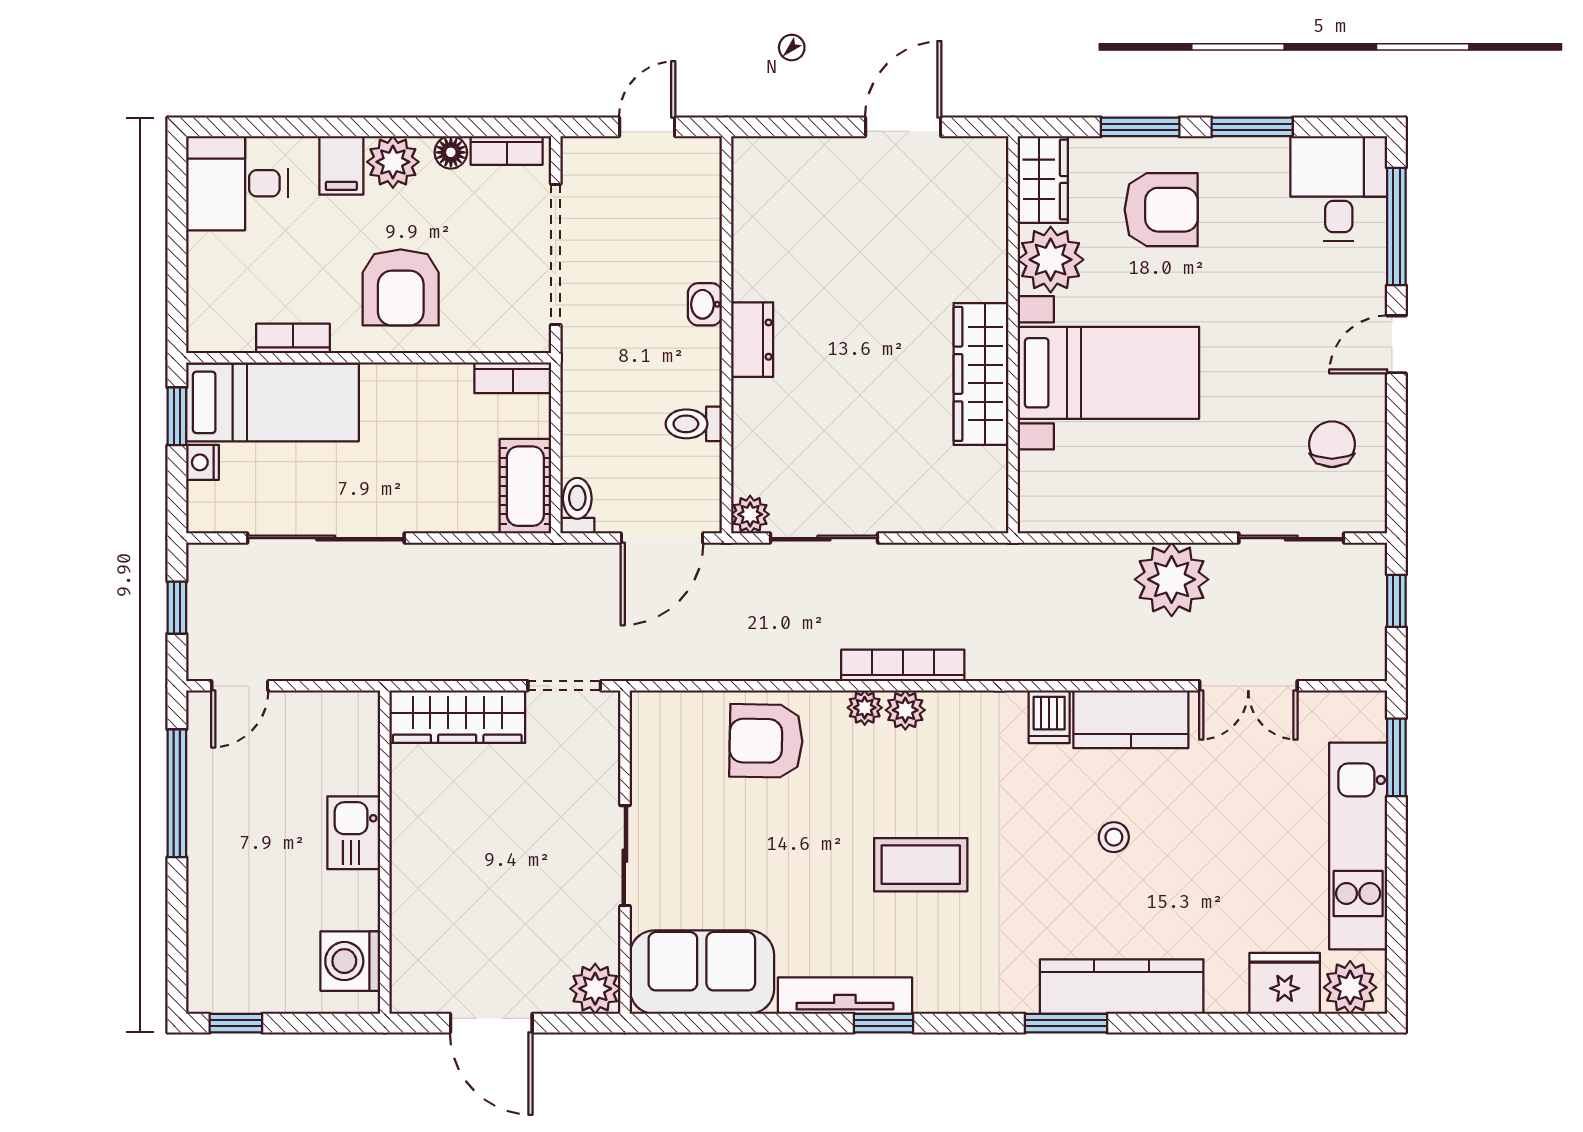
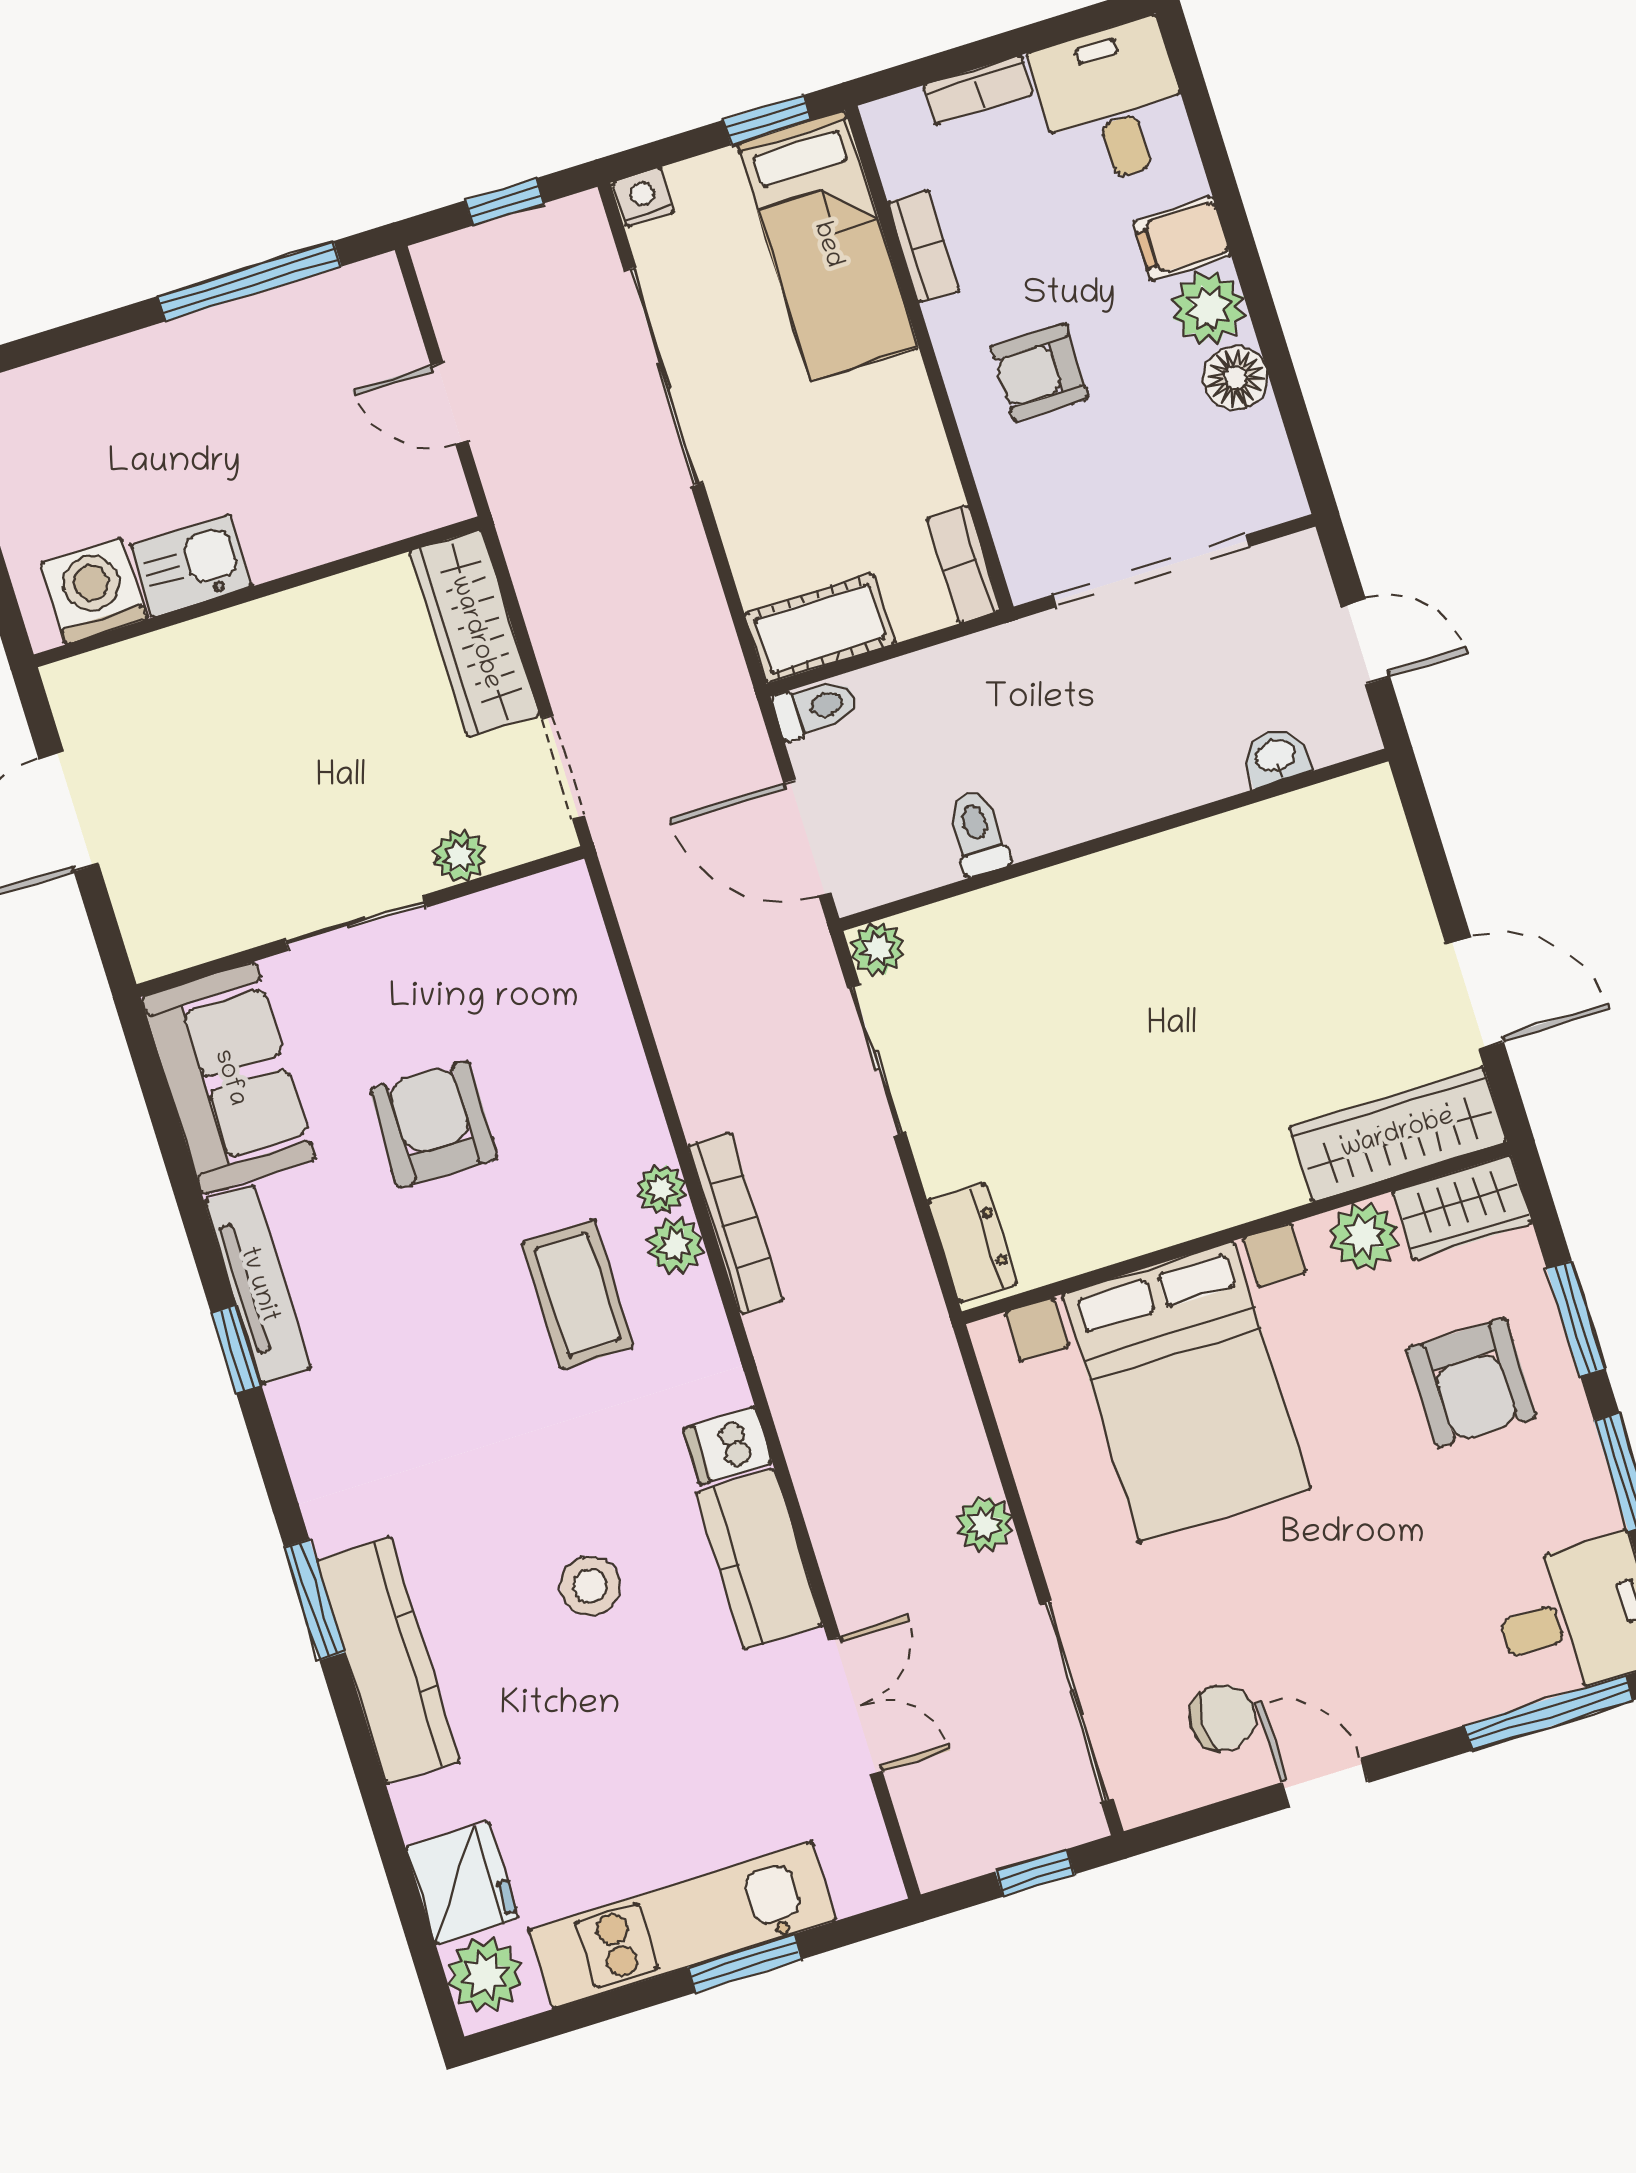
bookcase: (507, 150) -> (978, 90), moved, turned -90
floor lamp: (451, 152) -> (1236, 378), width x1.37, depth x1.37
plant: (1051, 260) -> (1364, 1236), width x0.73, depth x0.73
armchair: (401, 287) -> (1040, 372), width x0.72, depth x0.72
washbasin: (705, 304) -> (1276, 757), moved
dresser: (752, 340) -> (972, 1243), moved, turned -90
door: (1396, 344) -> (1325, 1783), moved
bed with nightstands: (1108, 373) -> (1187, 1392), width x1.36
wardrobe: (981, 374) -> (1398, 1134), moved
nightstand: (202, 462) -> (644, 197), moved
sliding door: (1291, 538) -> (1076, 1702), width x1.37
plant: (1172, 579) -> (985, 1524), width x0.53, depth x0.53
door: (240, 686) -> (449, 403), moved
double door: (1248, 686) -> (855, 1706), swing flipped
armchair: (766, 741) -> (434, 1124), moved
window: (1396, 757) -> (745, 1963), moved
kitchen sink: (354, 833) -> (191, 566), moved
stool: (1114, 837) -> (590, 1586), width x1.37, depth x1.37
coffee table: (921, 865) -> (578, 1294), moved
plant: (595, 989) -> (460, 856), moved, width x0.73, depth x0.73

